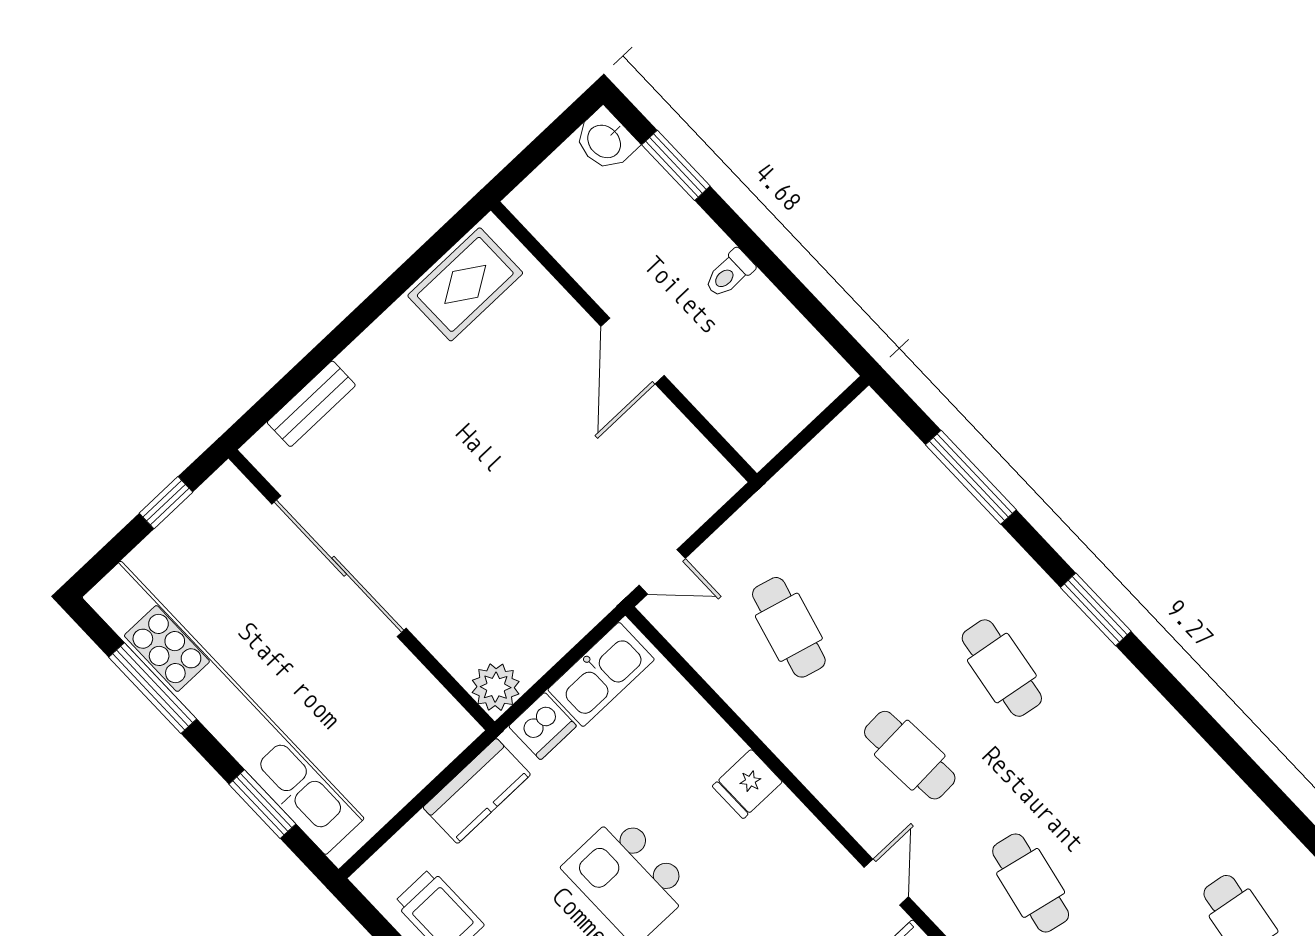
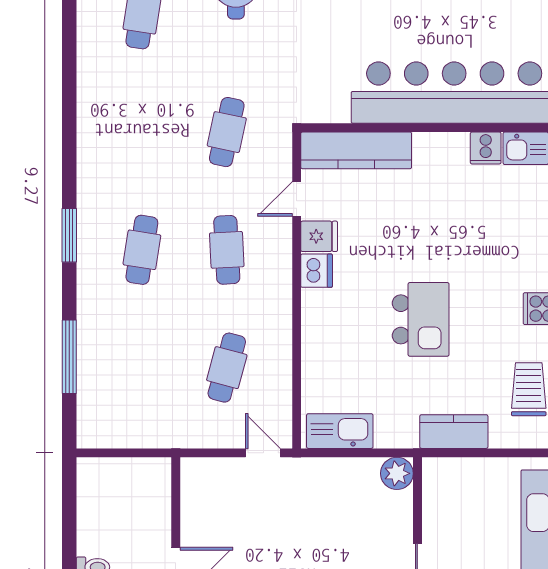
dishwasher: (543, 726) -> (317, 271), moved, turned 90
fridge: (747, 784) -> (319, 236), moved

